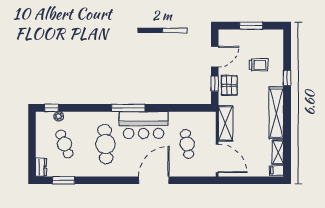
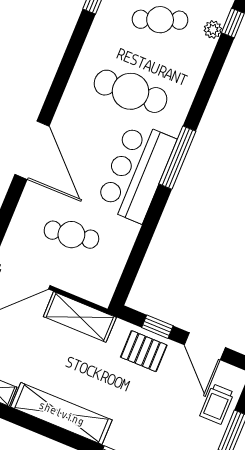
trolley: (259, 65) -> (217, 404), moved

